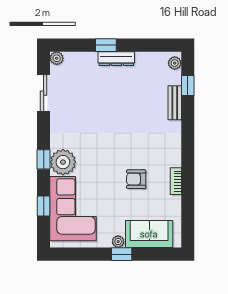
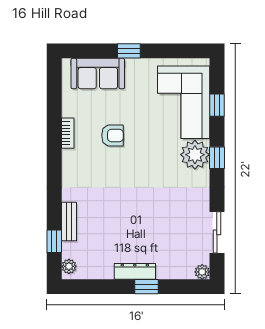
plant: (118, 242) -> (133, 65), removed

